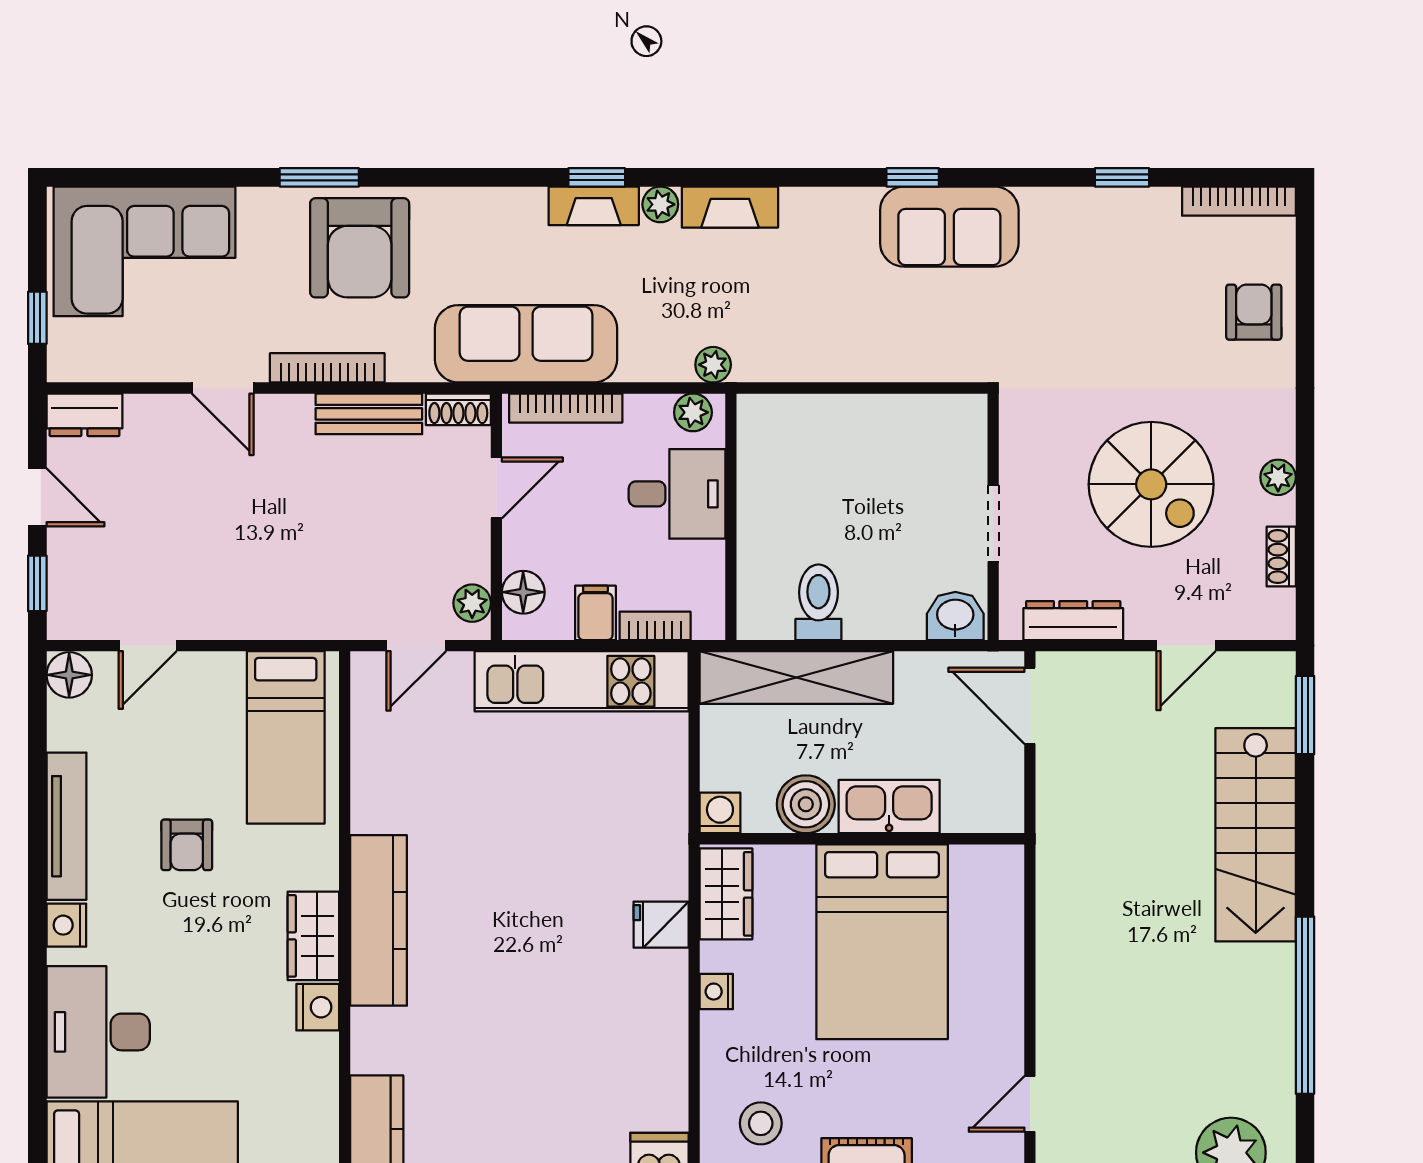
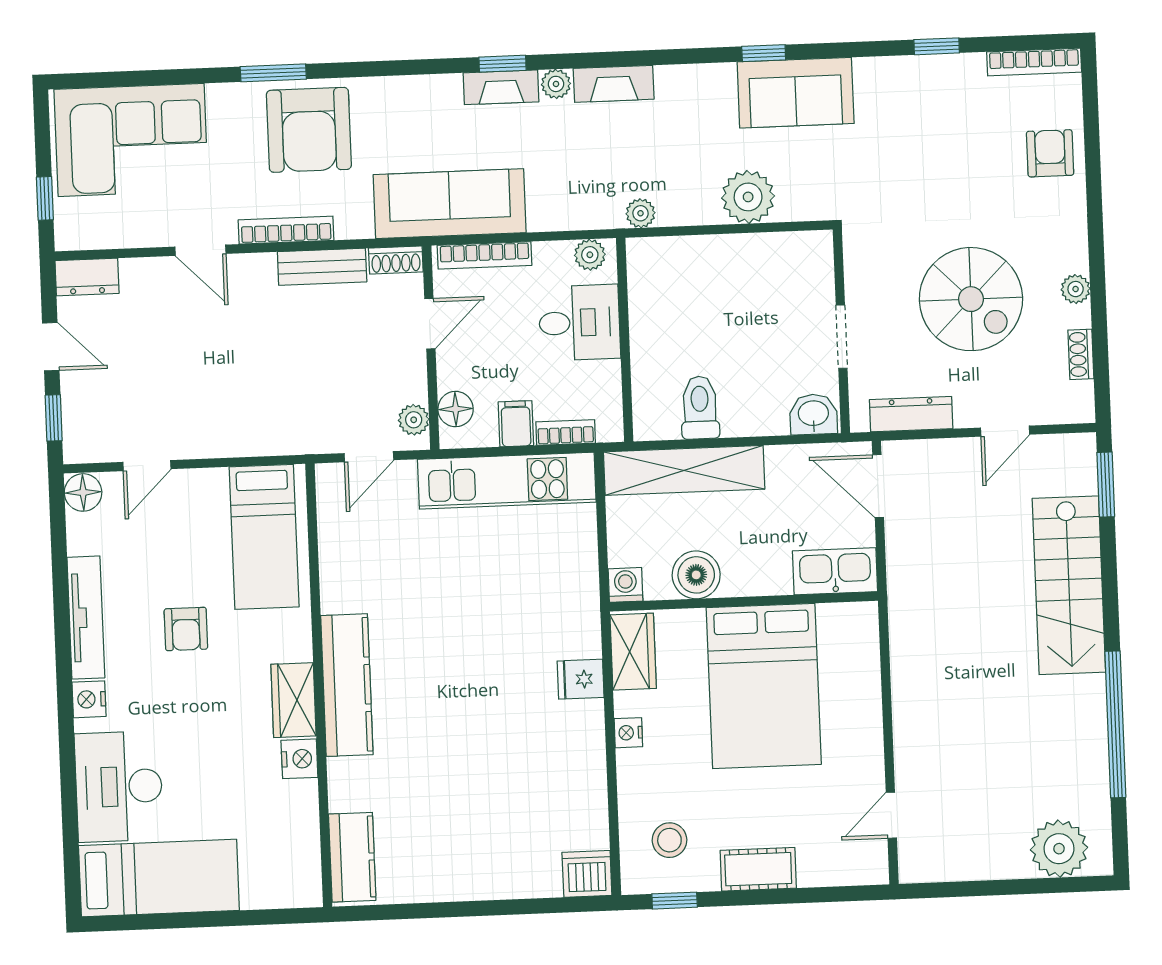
plant: (887, 350) -> (748, 197), added
plant: (713, 365) -> (640, 213), moved
kitchen sink: (889, 807) -> (835, 571), moved

